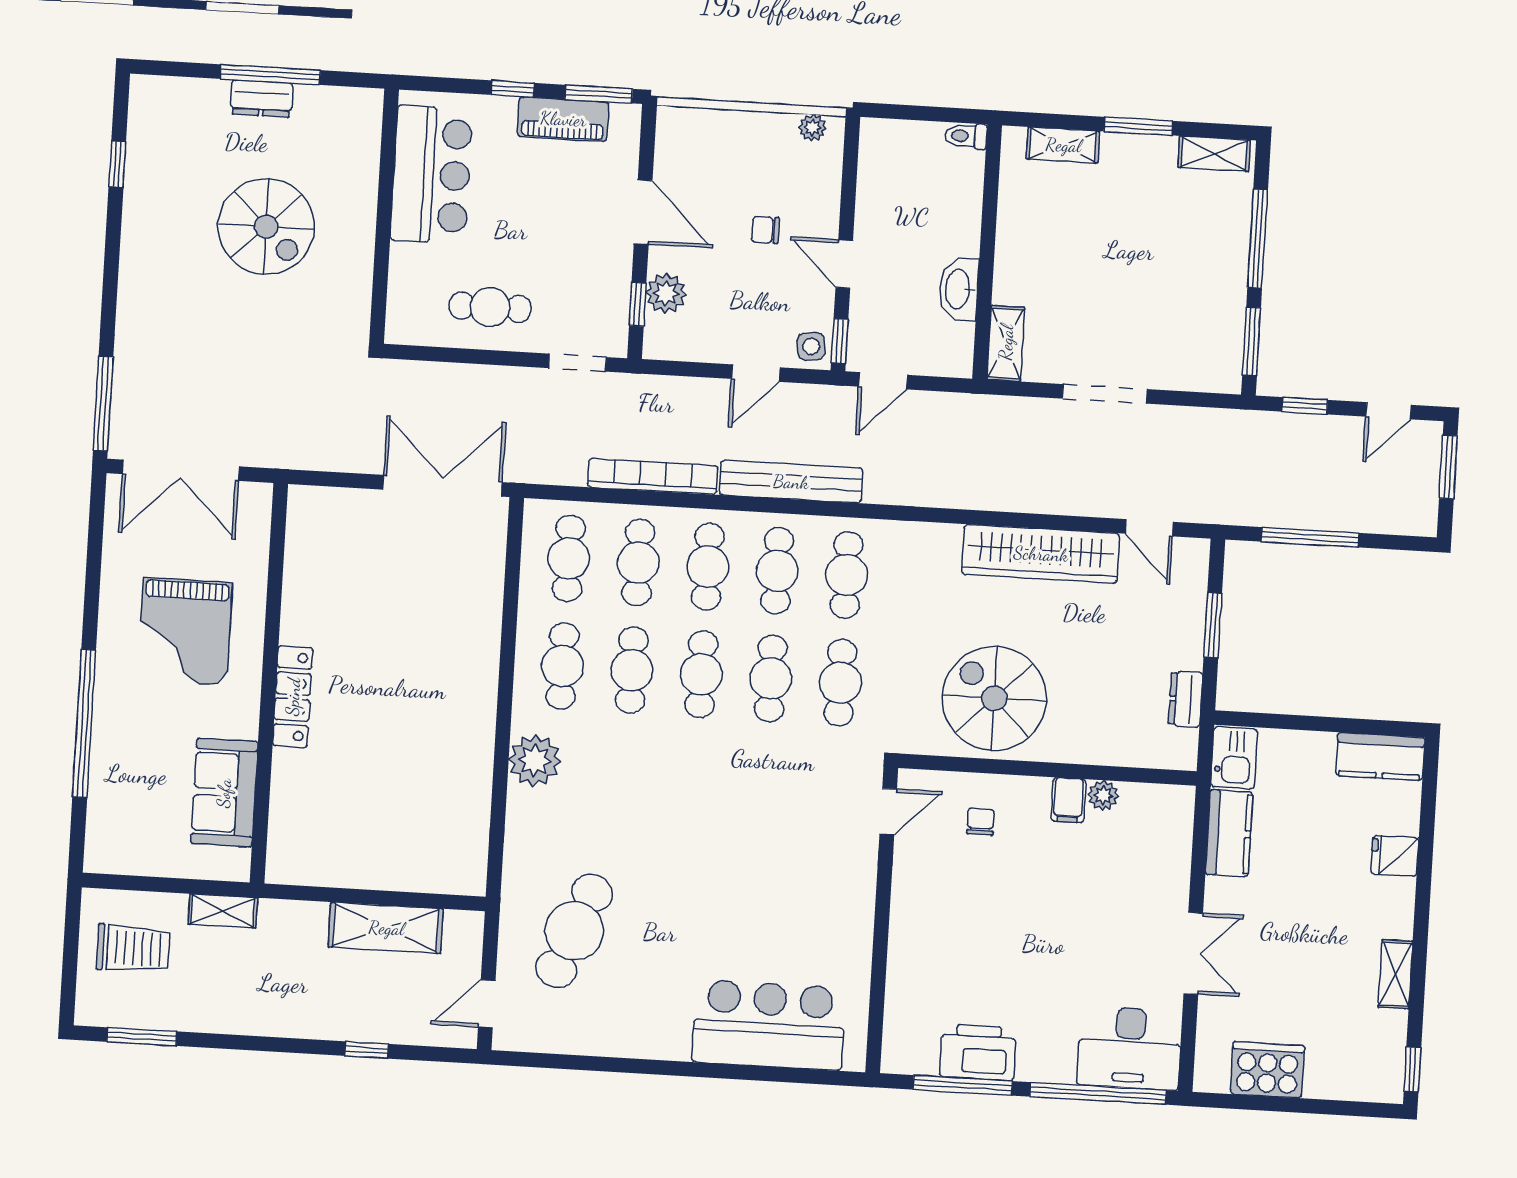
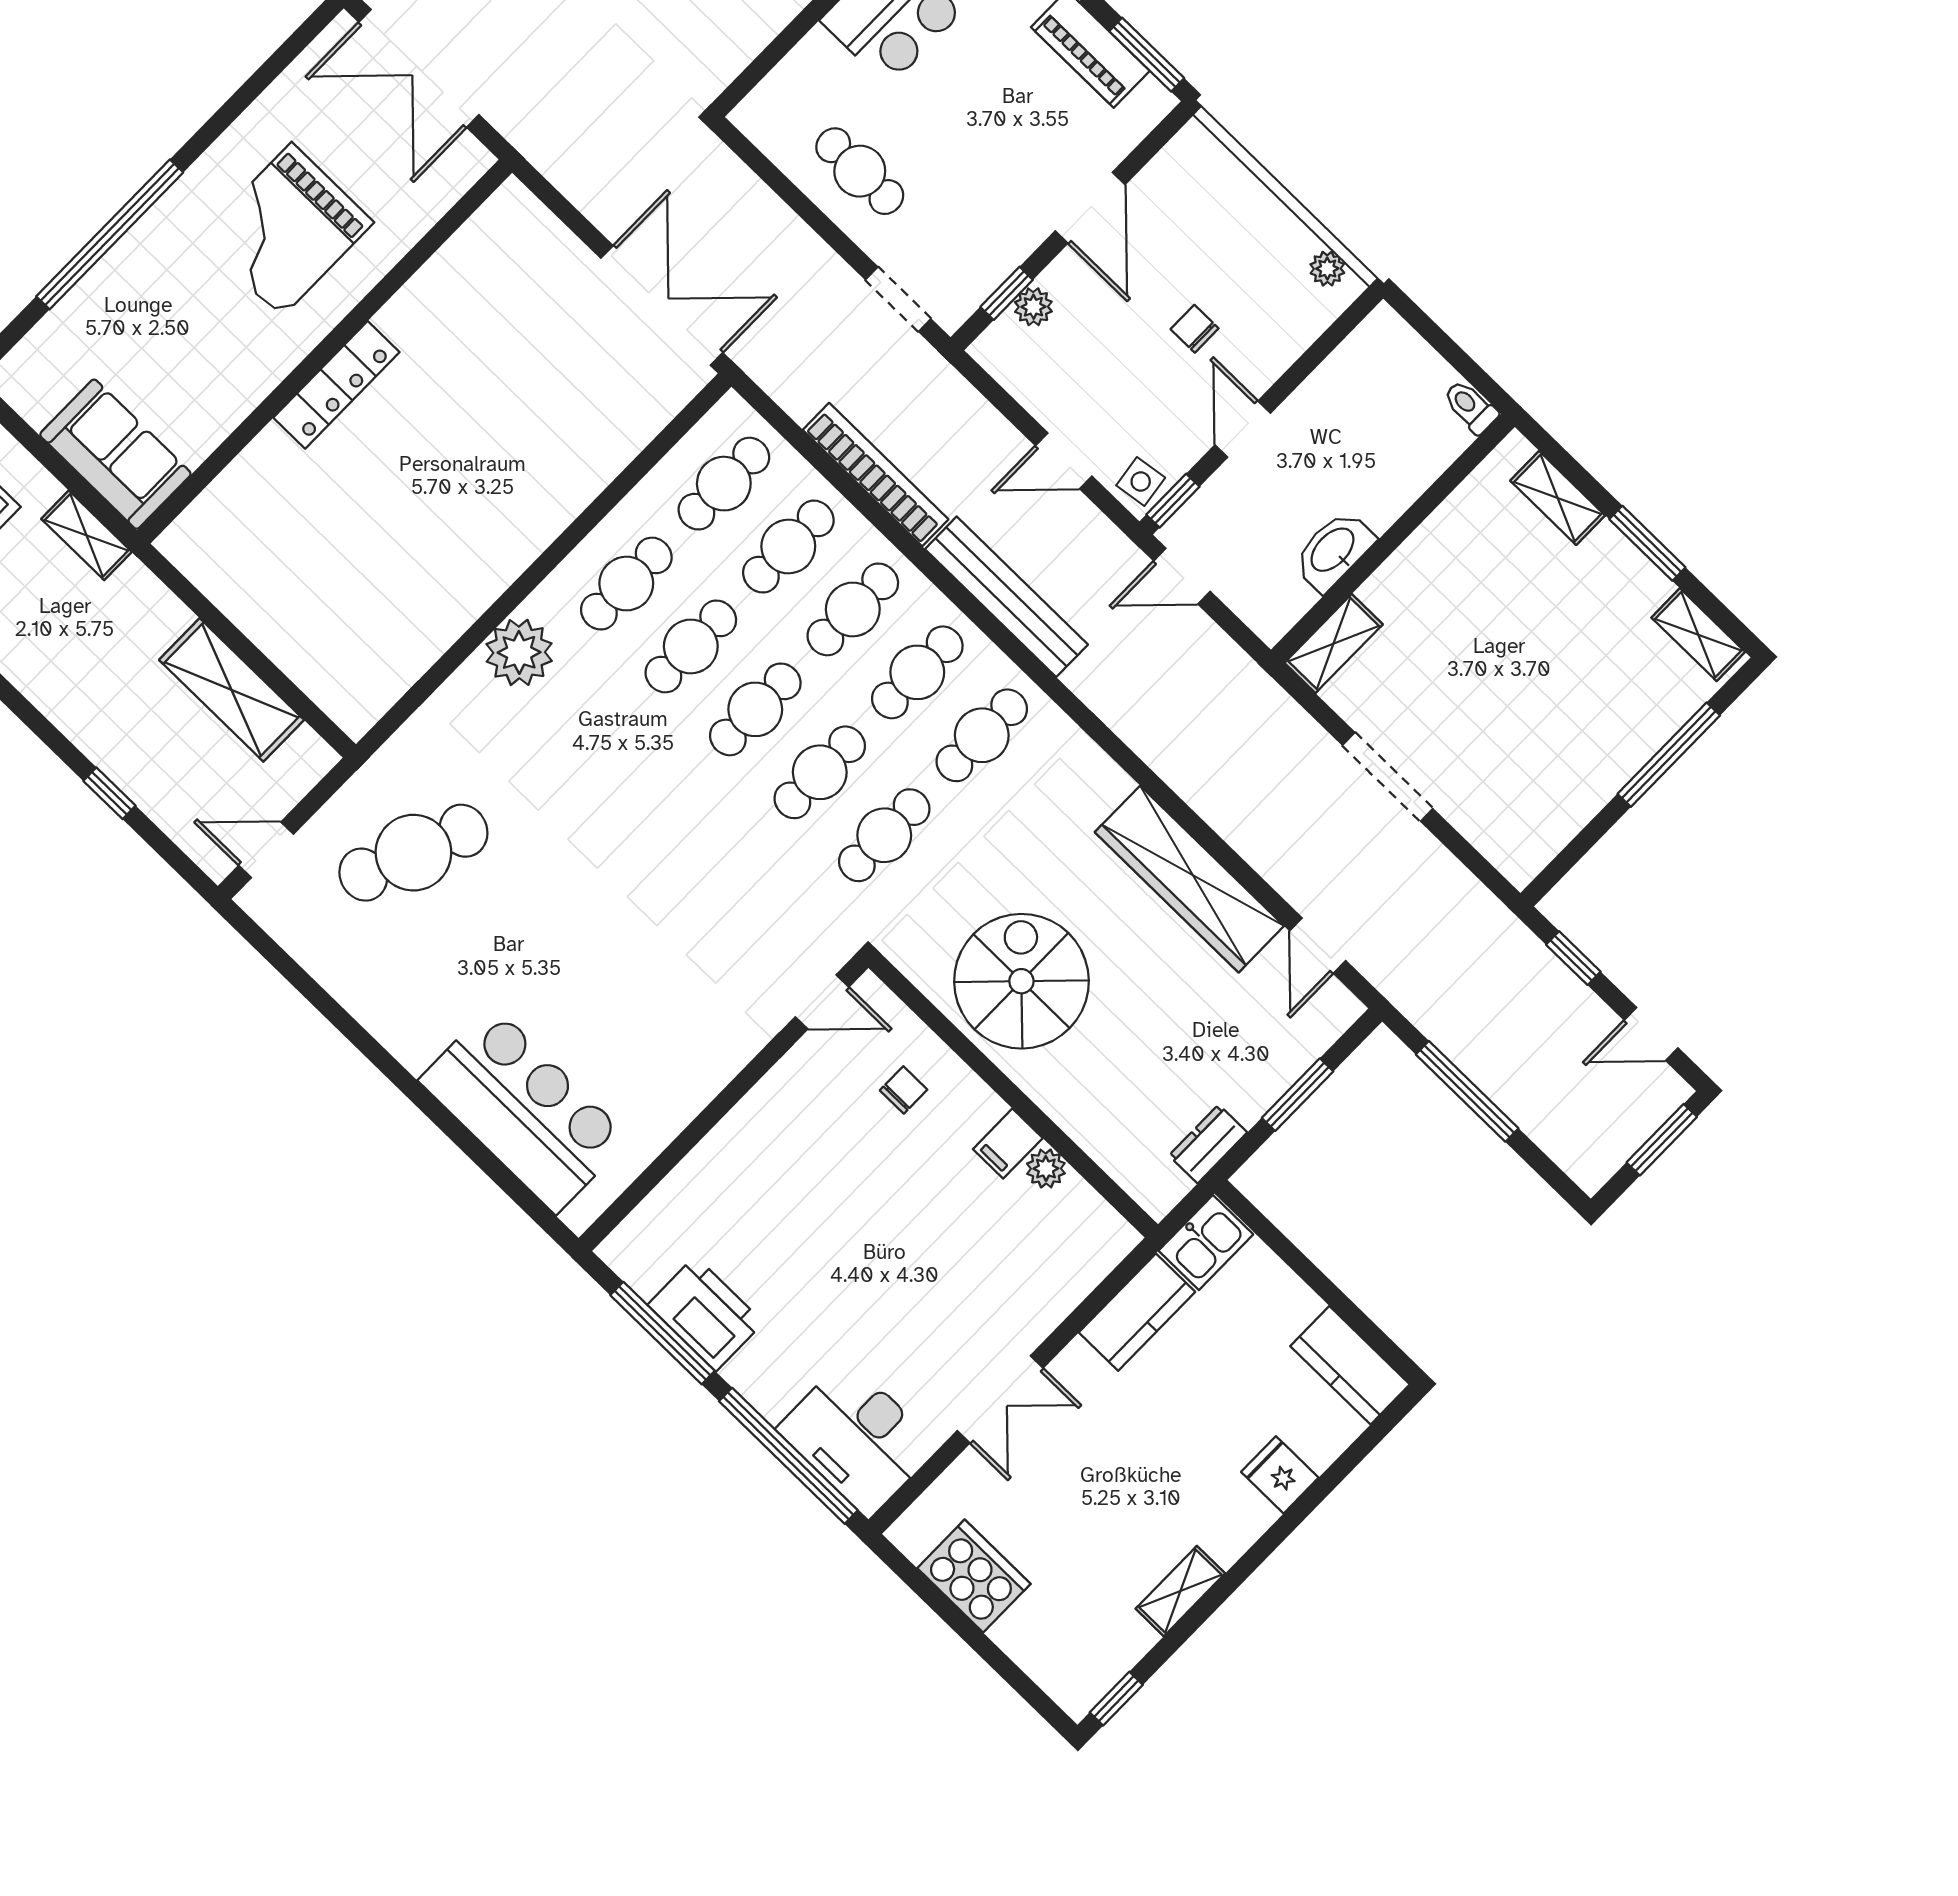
plant: (666, 293) -> (1033, 307), width x0.73, depth x0.73
window: (1252, 341) -> (1576, 850), removed
sofa: (224, 793) -> (115, 454), moved, turned 90

